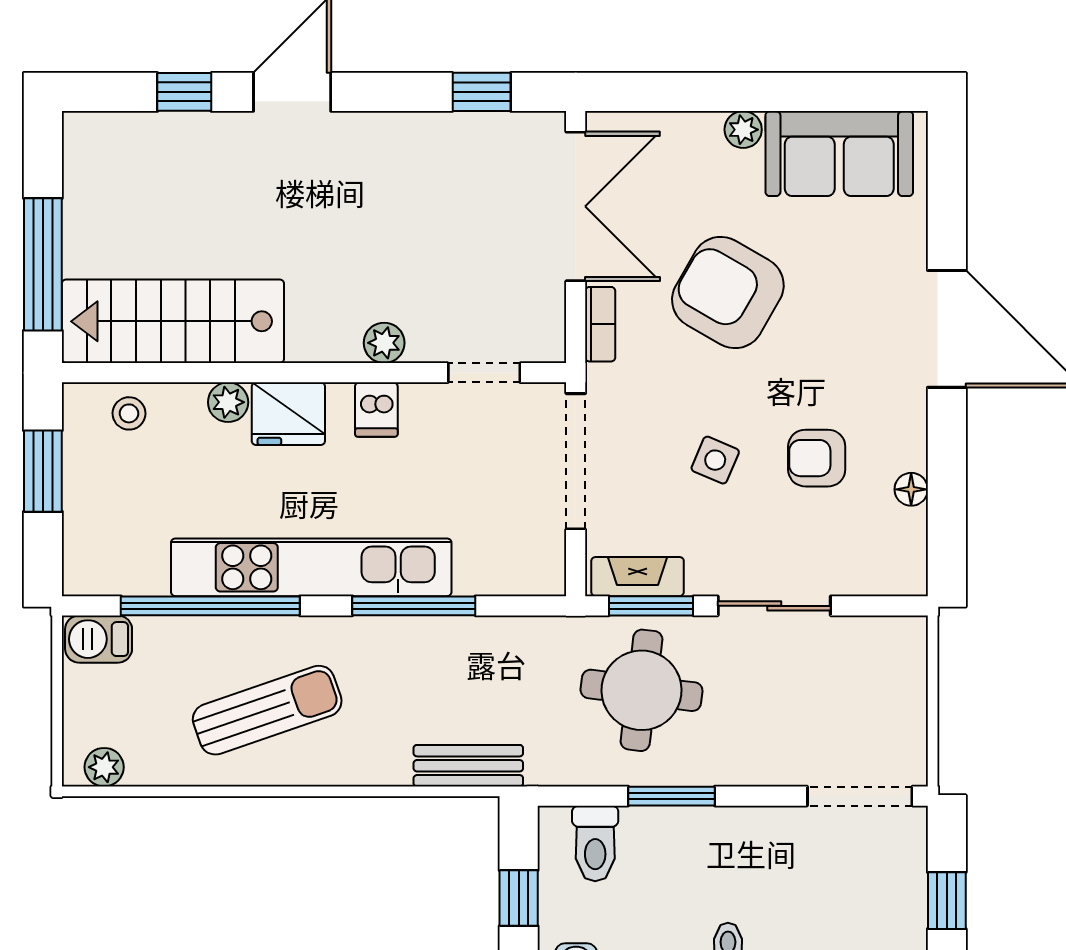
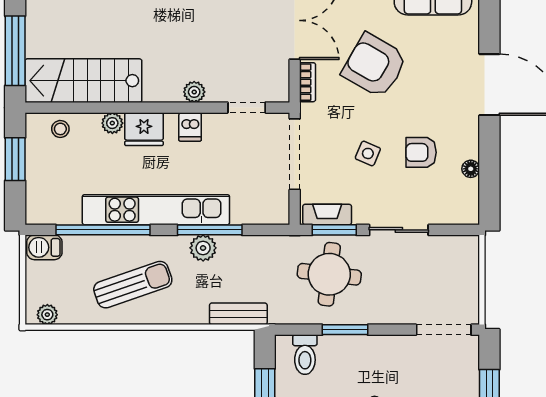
plant: (401, 640) -> (203, 248), added

